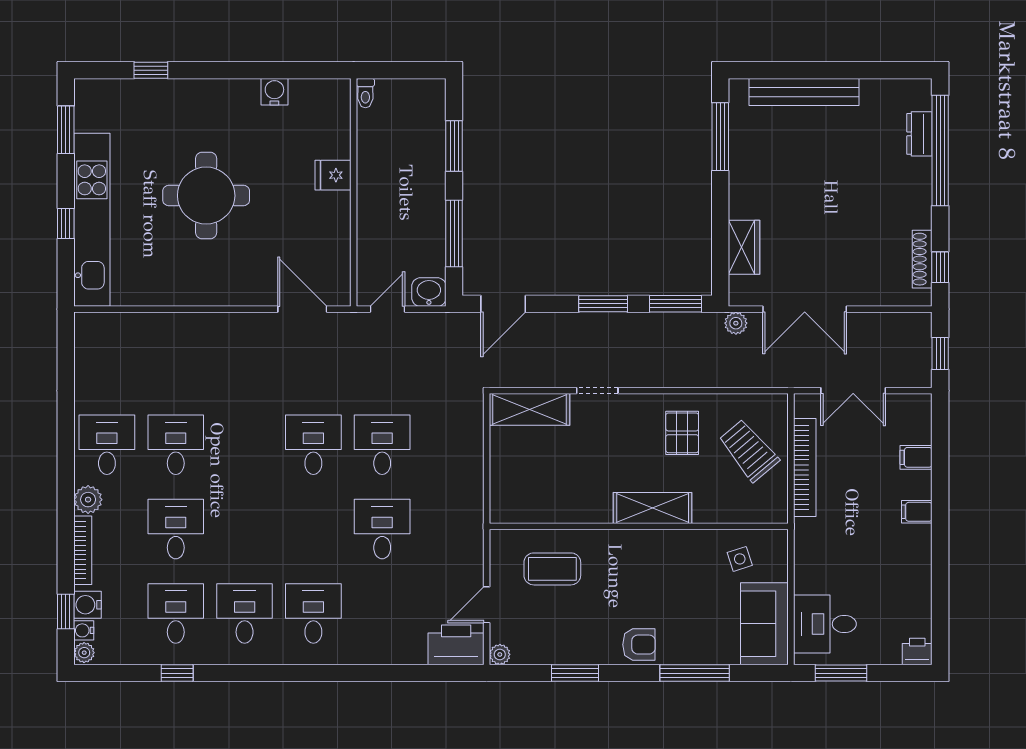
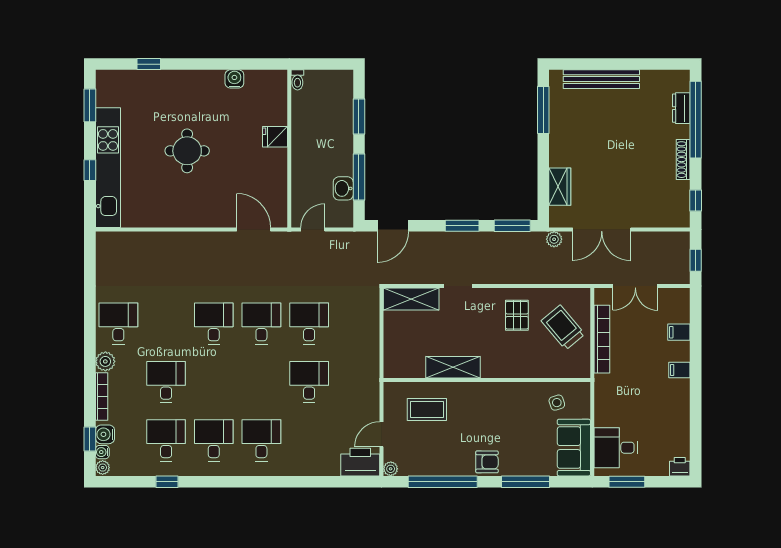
round table: (206, 196) -> (187, 151), width x0.73, depth x0.73
shoe rack: (922, 259) -> (683, 160), moved
washbasin: (429, 292) -> (343, 188), moved, turned -90
desk: (176, 445) -> (214, 323), moved
shelving: (653, 508) -> (453, 367), moved
window: (575, 673) -> (443, 482), width x2.11

